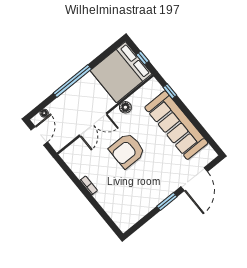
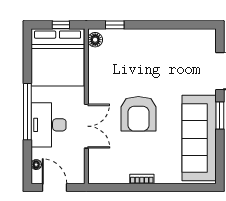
desk: (75, 101) -> (49, 125), added
floor lamp: (125, 107) -> (95, 40), moved
sofa: (176, 125) -> (199, 138), moved, turned 90

